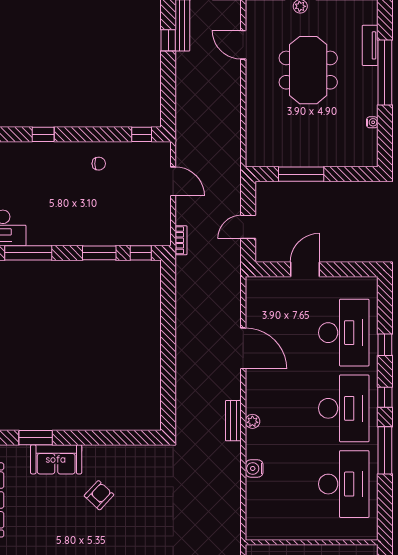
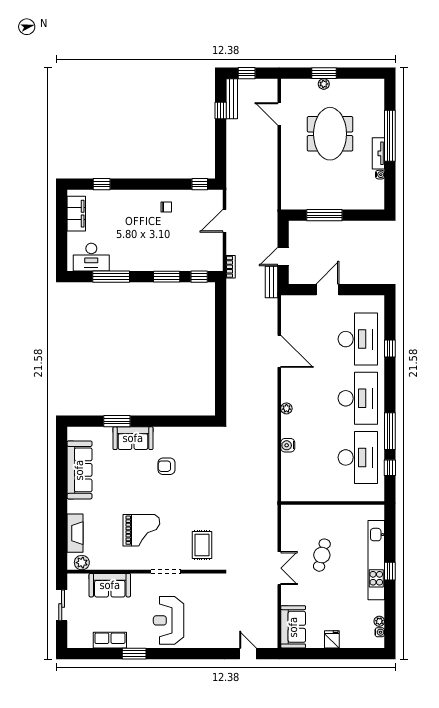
tv unit: (370, 45) -> (378, 153), moved
window: (43, 134) -> (102, 184), moved
door: (173, 181) -> (224, 221), swing flipped
window: (385, 397) -> (390, 468), moved
bench: (233, 421) -> (272, 282), moved
armchair: (99, 495) -> (166, 466), turned -133

